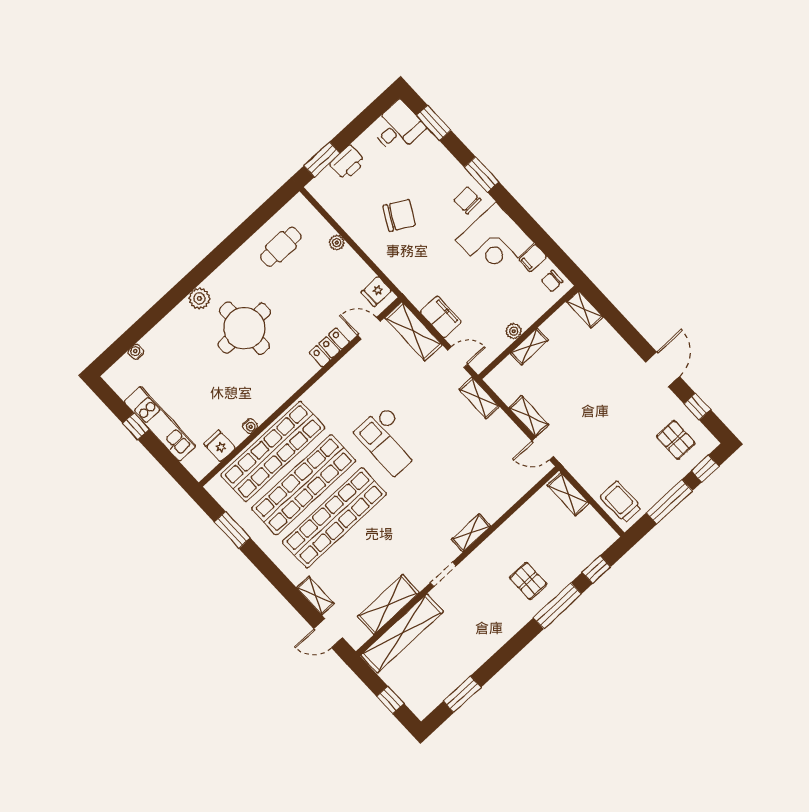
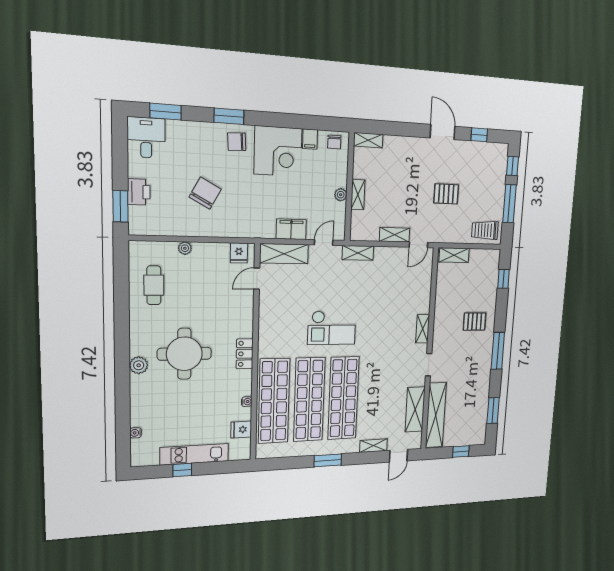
locker: (329, 347) -> (245, 354), moved
pallet: (676, 440) -> (446, 194), moved
window: (232, 530) -> (328, 460), moved
window: (557, 606) -> (498, 351), moved

